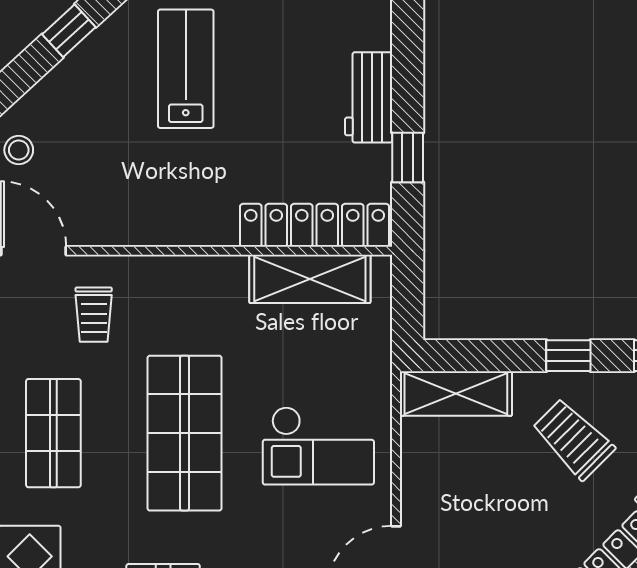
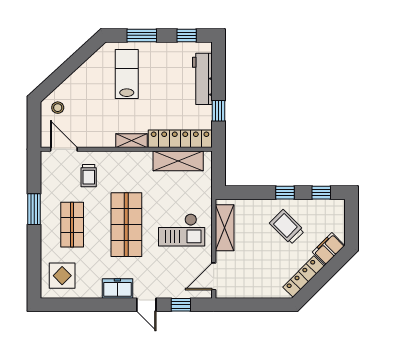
window: (69, 31) -> (78, 58), removed
workbench: (369, 97) -> (202, 79), width x1.38
shelving: (197, 230) -> (132, 141), added
shelving: (456, 394) -> (225, 228), moved, turned 90

